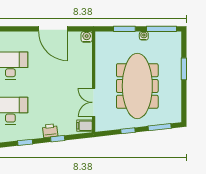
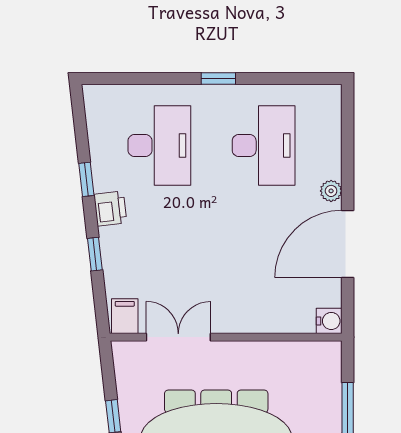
plant: (30, 36) -> (331, 191), added
printer: (50, 131) -> (110, 209), moved

